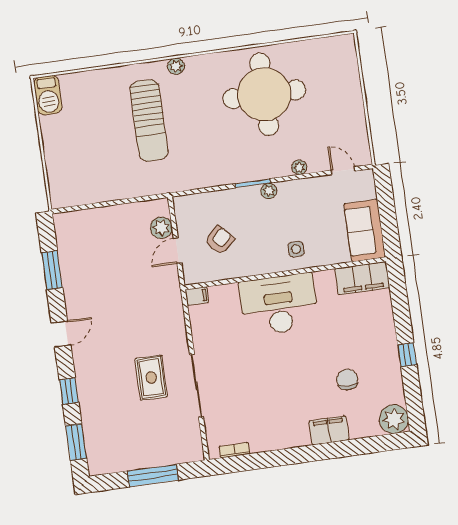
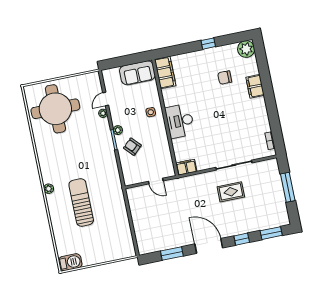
round table: (264, 94) -> (55, 109), moved
sun lounger: (149, 120) -> (81, 202), turned -90
door: (343, 171) -> (106, 99), moved
plant: (161, 228) -> (143, 191), removed
armchair: (220, 240) -> (132, 147), moved
filing cabinet: (197, 296) -> (186, 167), width x2.00
desk: (279, 304) -> (180, 121), width x0.73, depth x0.77
door: (61, 334) -> (209, 246), width x1.88

